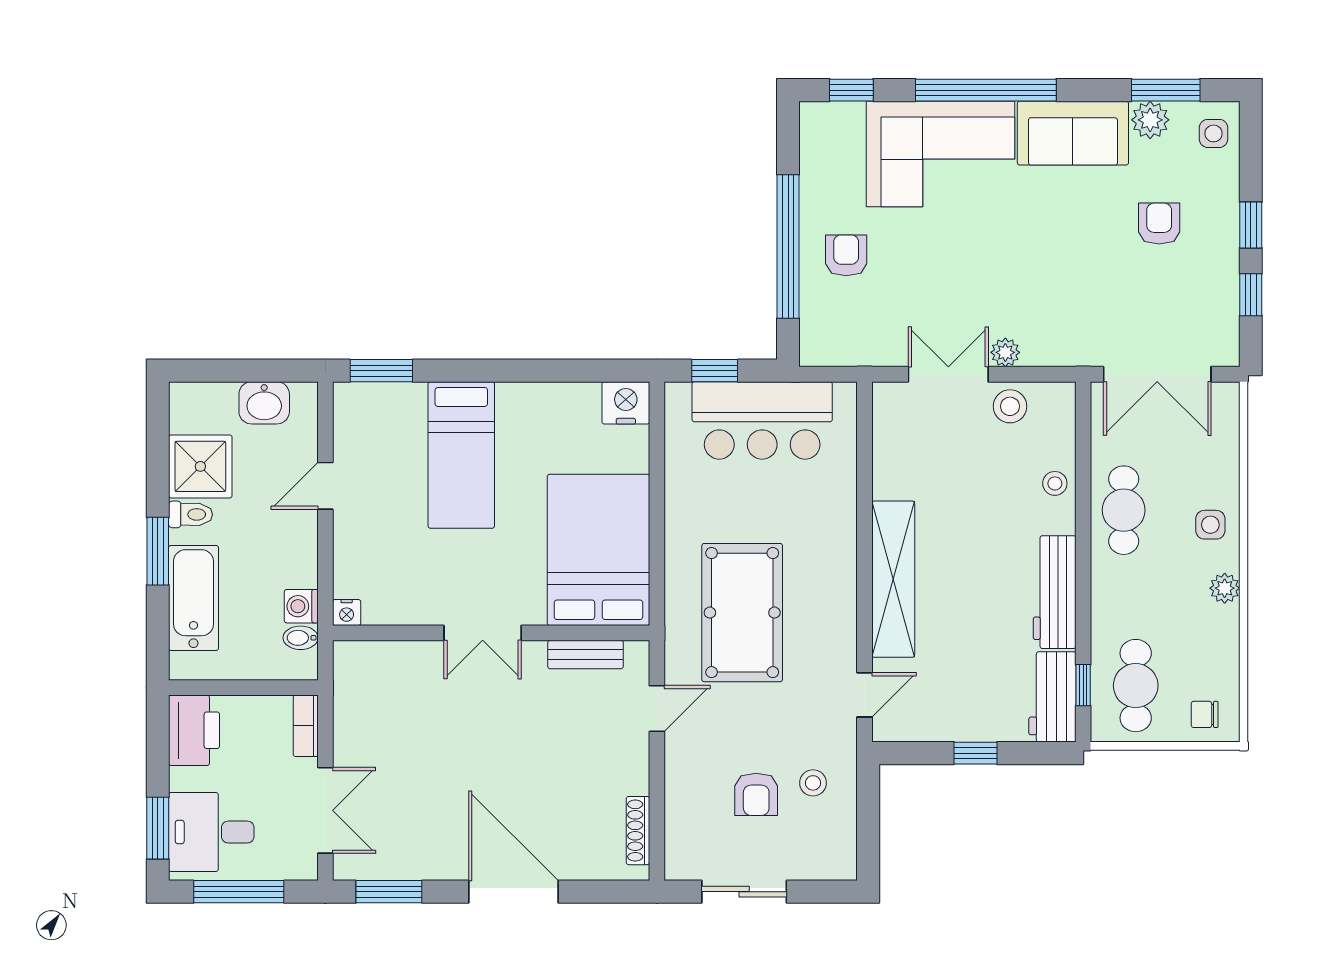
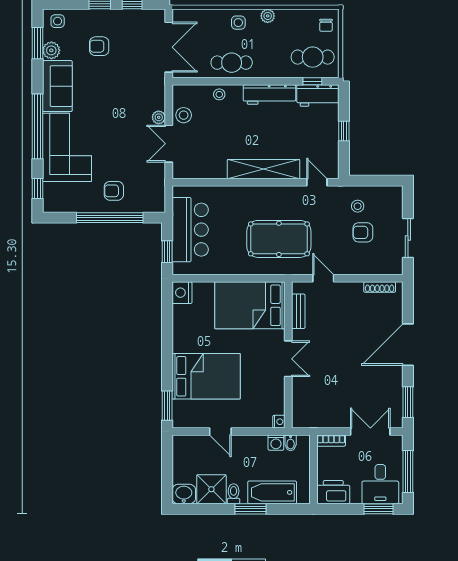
washbasin: (264, 403) -> (184, 494), moved, turned -90
bed: (461, 455) -> (206, 376), width x1.50
armchair: (756, 794) -> (363, 232), turned 180

